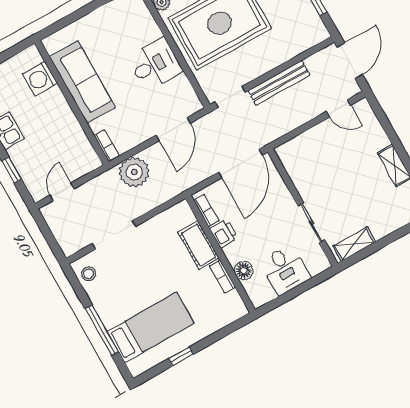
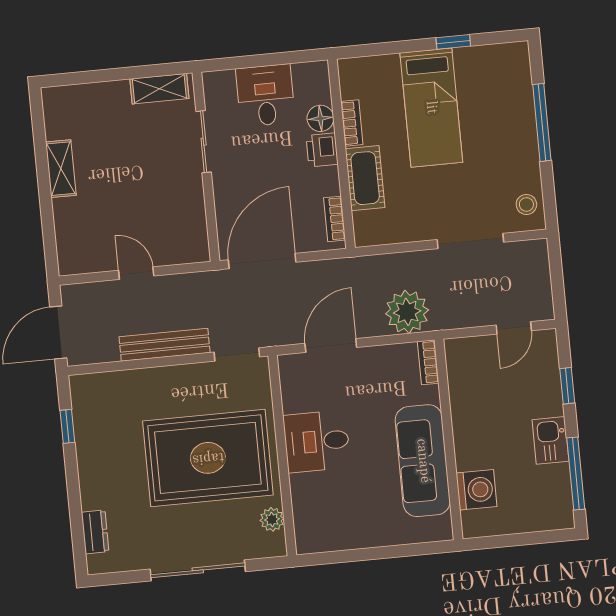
door: (339, 108) -> (136, 273), moved
printer: (224, 233) -> (322, 150), moved
bed: (151, 327) -> (431, 108), moved, turned -90

